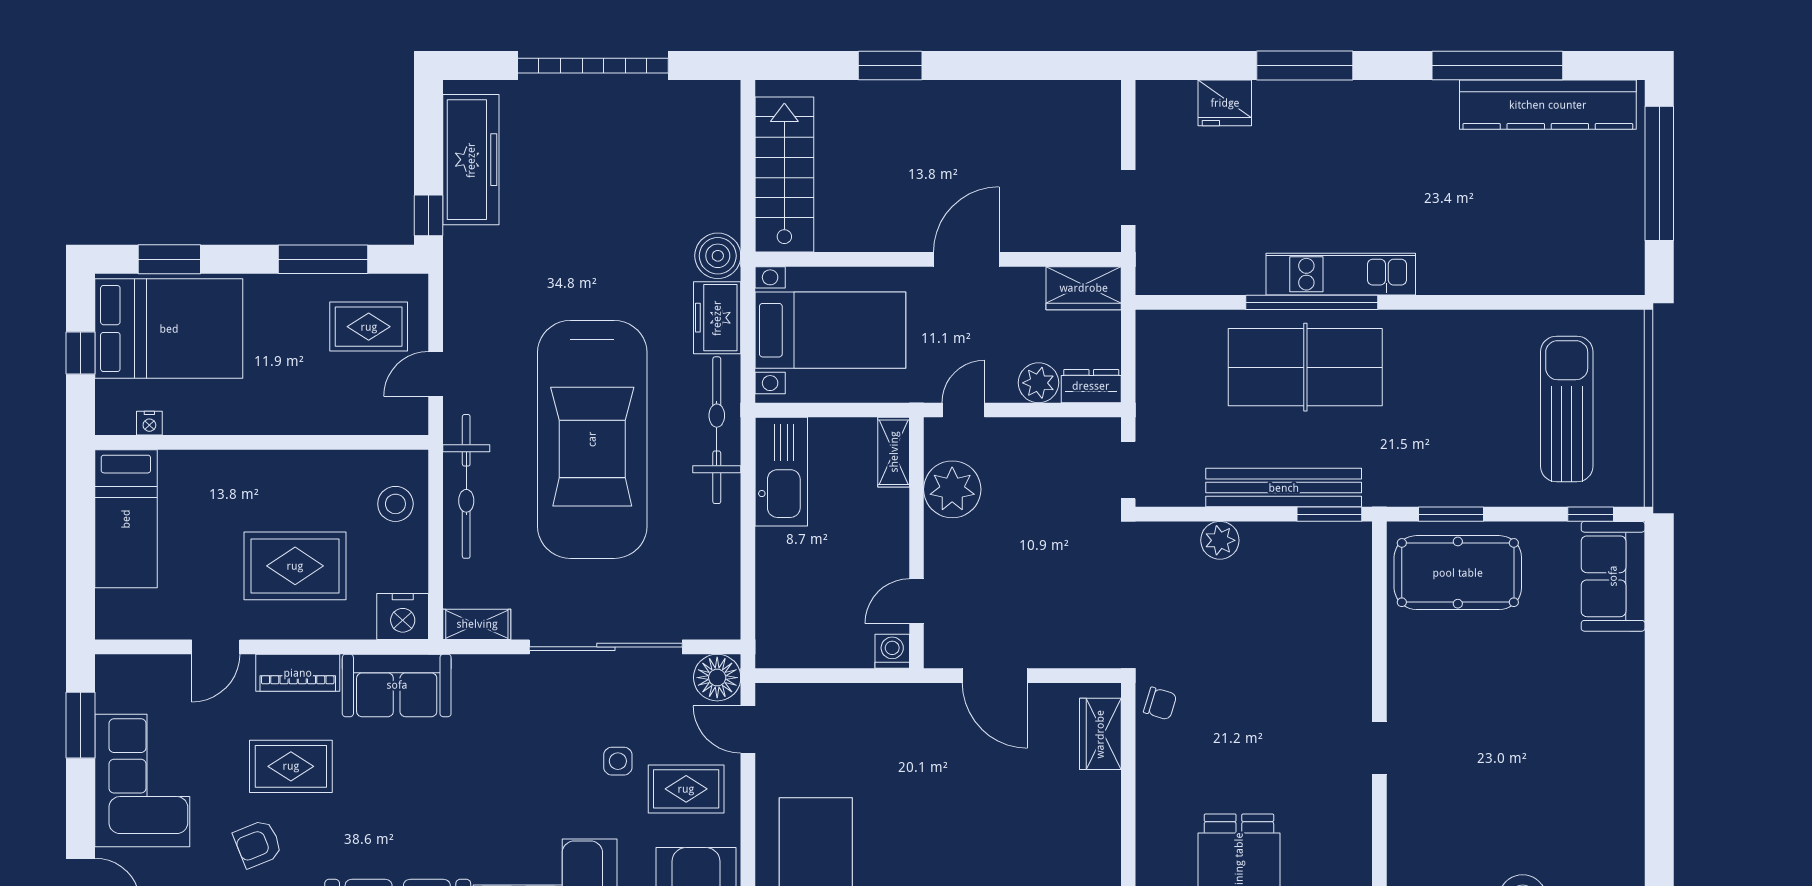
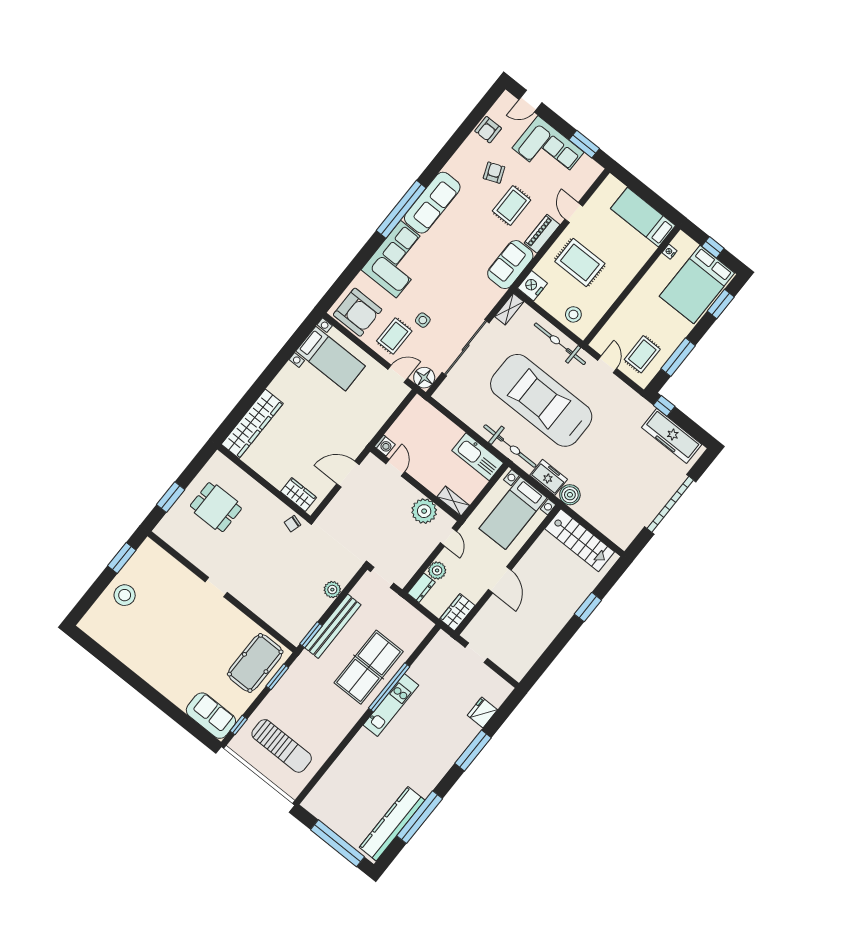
rug: (295, 566) -> (580, 263), turned 90

